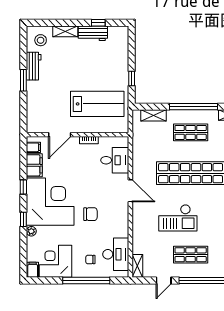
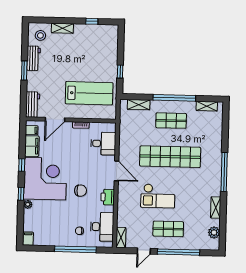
workbench: (93, 33) -> (33, 104), moved, turned -90
printer: (121, 221) -> (108, 197), added
corner desk: (56, 261) -> (49, 232), removed

